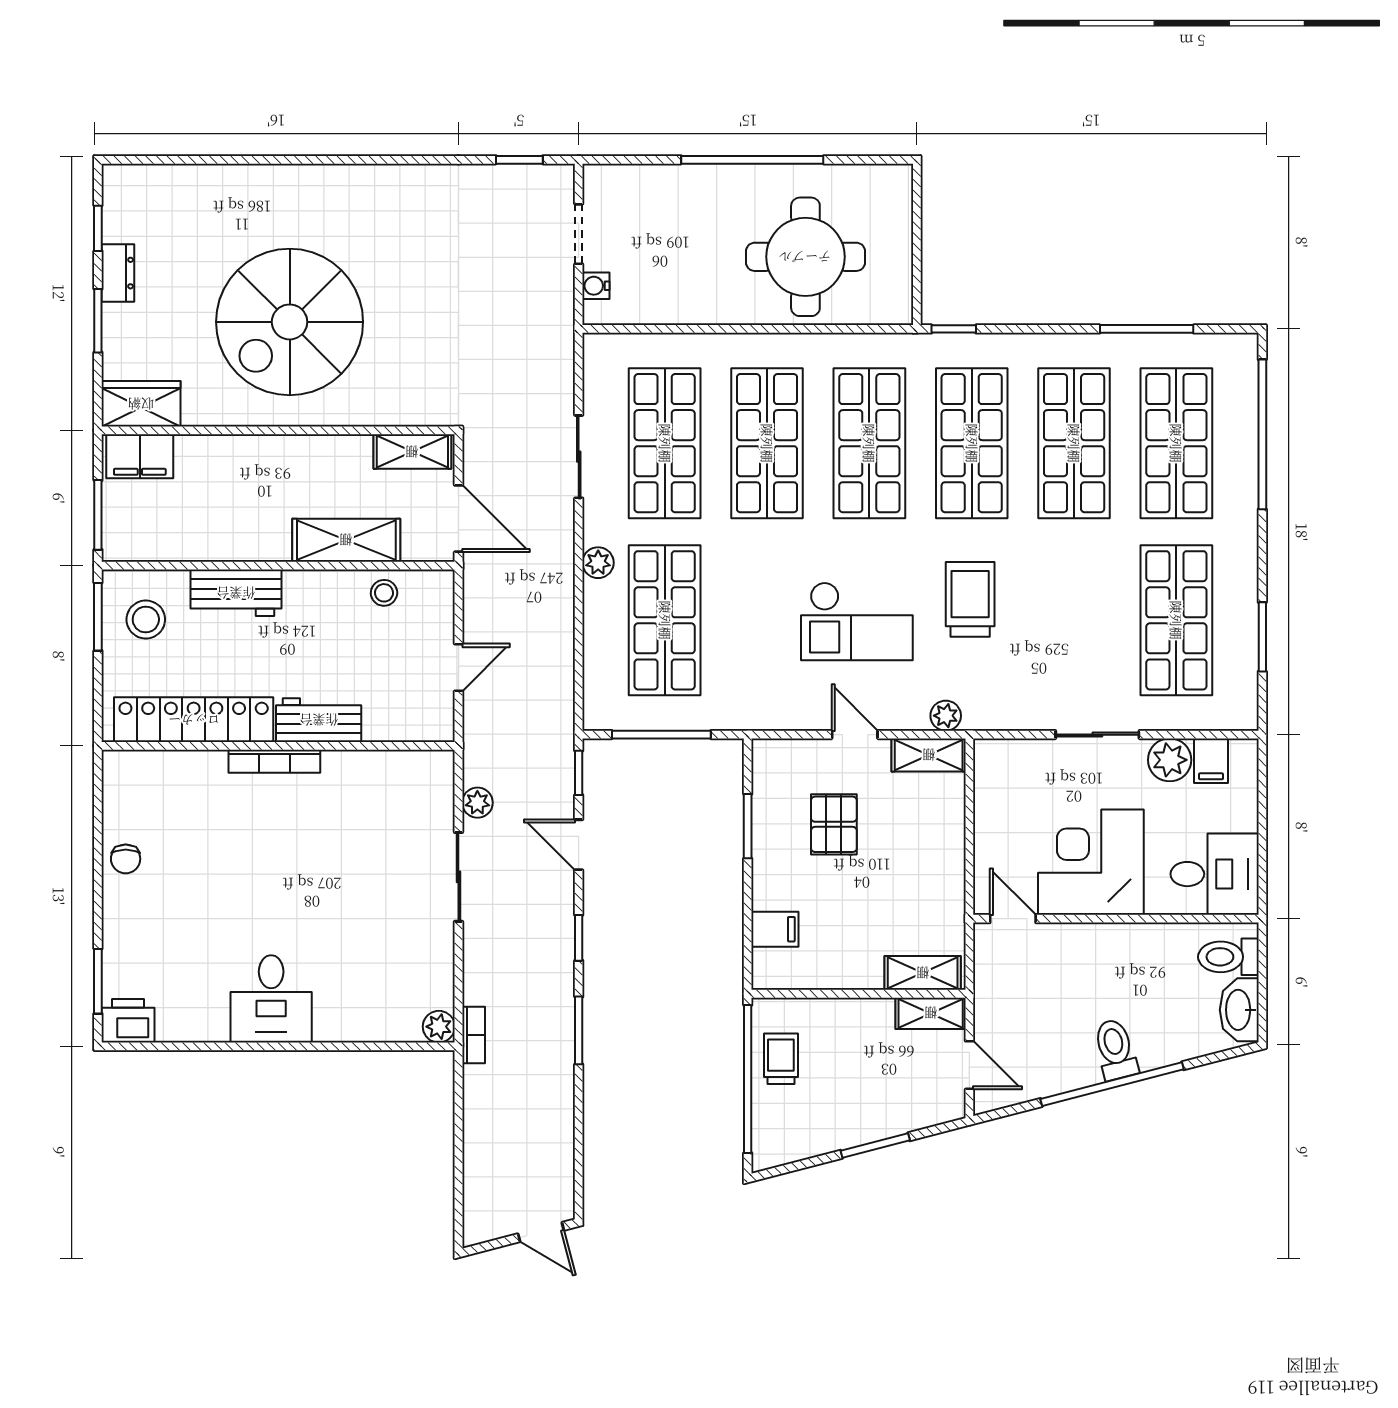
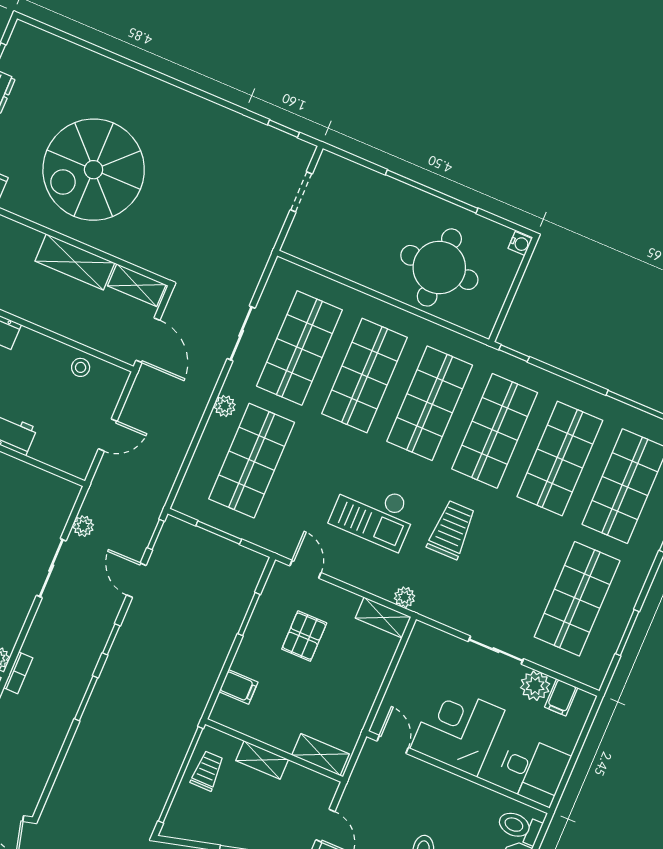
water cooler: (596, 286) -> (520, 244), moved, turned 180
shelving: (346, 540) -> (75, 262), moved
window: (661, 735) -> (219, 532), width x0.69
door: (855, 735) -> (305, 569), moved
shelving: (931, 1013) -> (262, 760), moved

